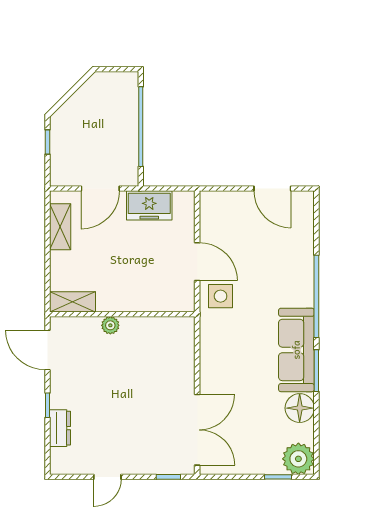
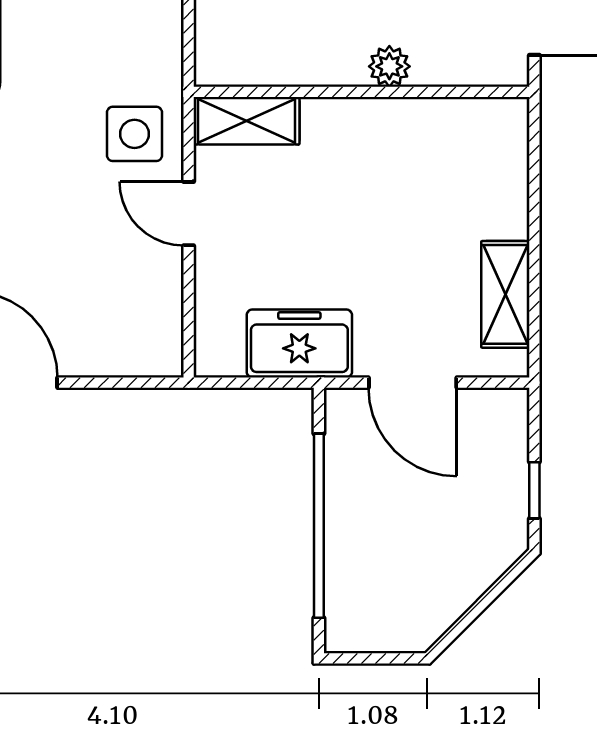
door: (100, 189) -> (413, 383), swing flipped
door: (197, 262) -> (189, 214), width x0.73
shelving: (73, 302) -> (246, 121), moved

